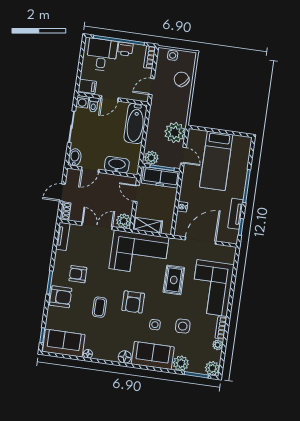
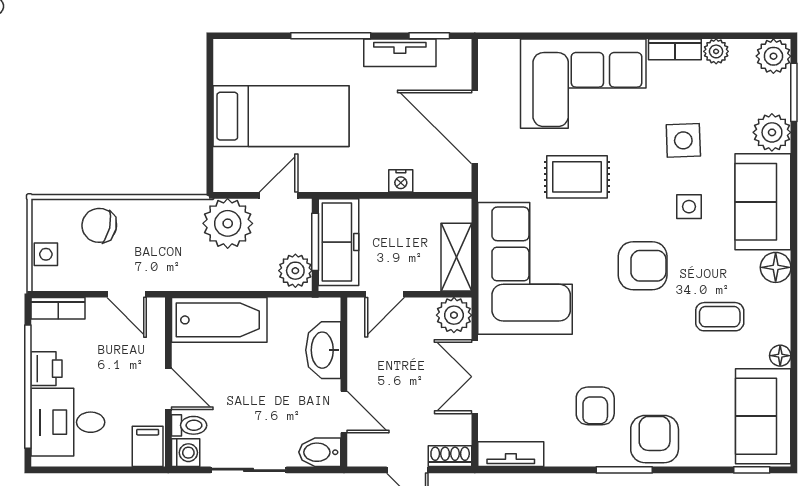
chair: (182, 79) -> (99, 225), turned 60
coffee table: (99, 307) -> (720, 317), moved

